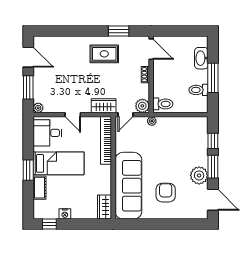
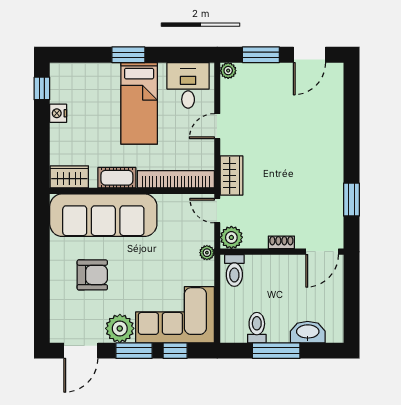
rug: (104, 54) -> (315, 177), removed
corner sofa: (190, 141) -> (175, 315), added
cot: (40, 188) -> (117, 178), moved

